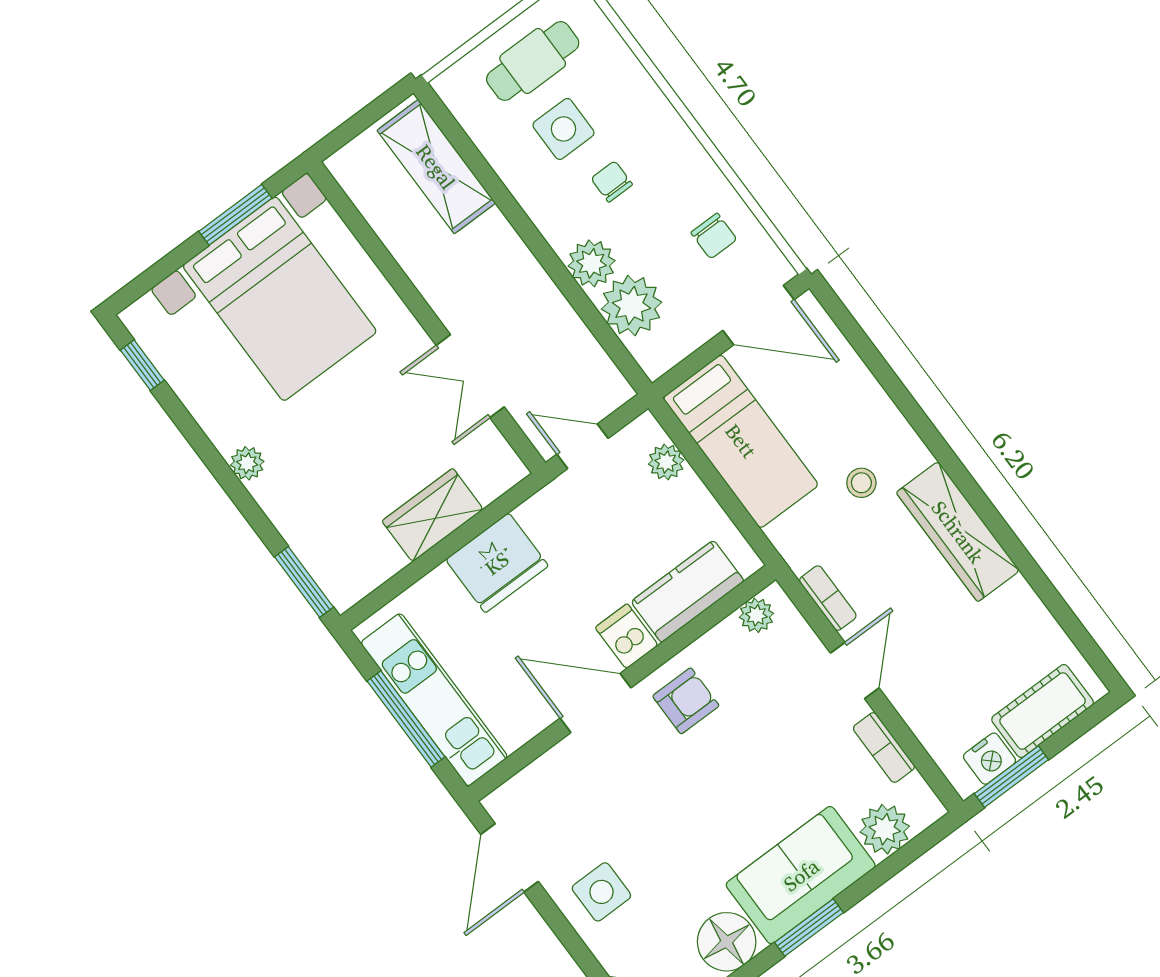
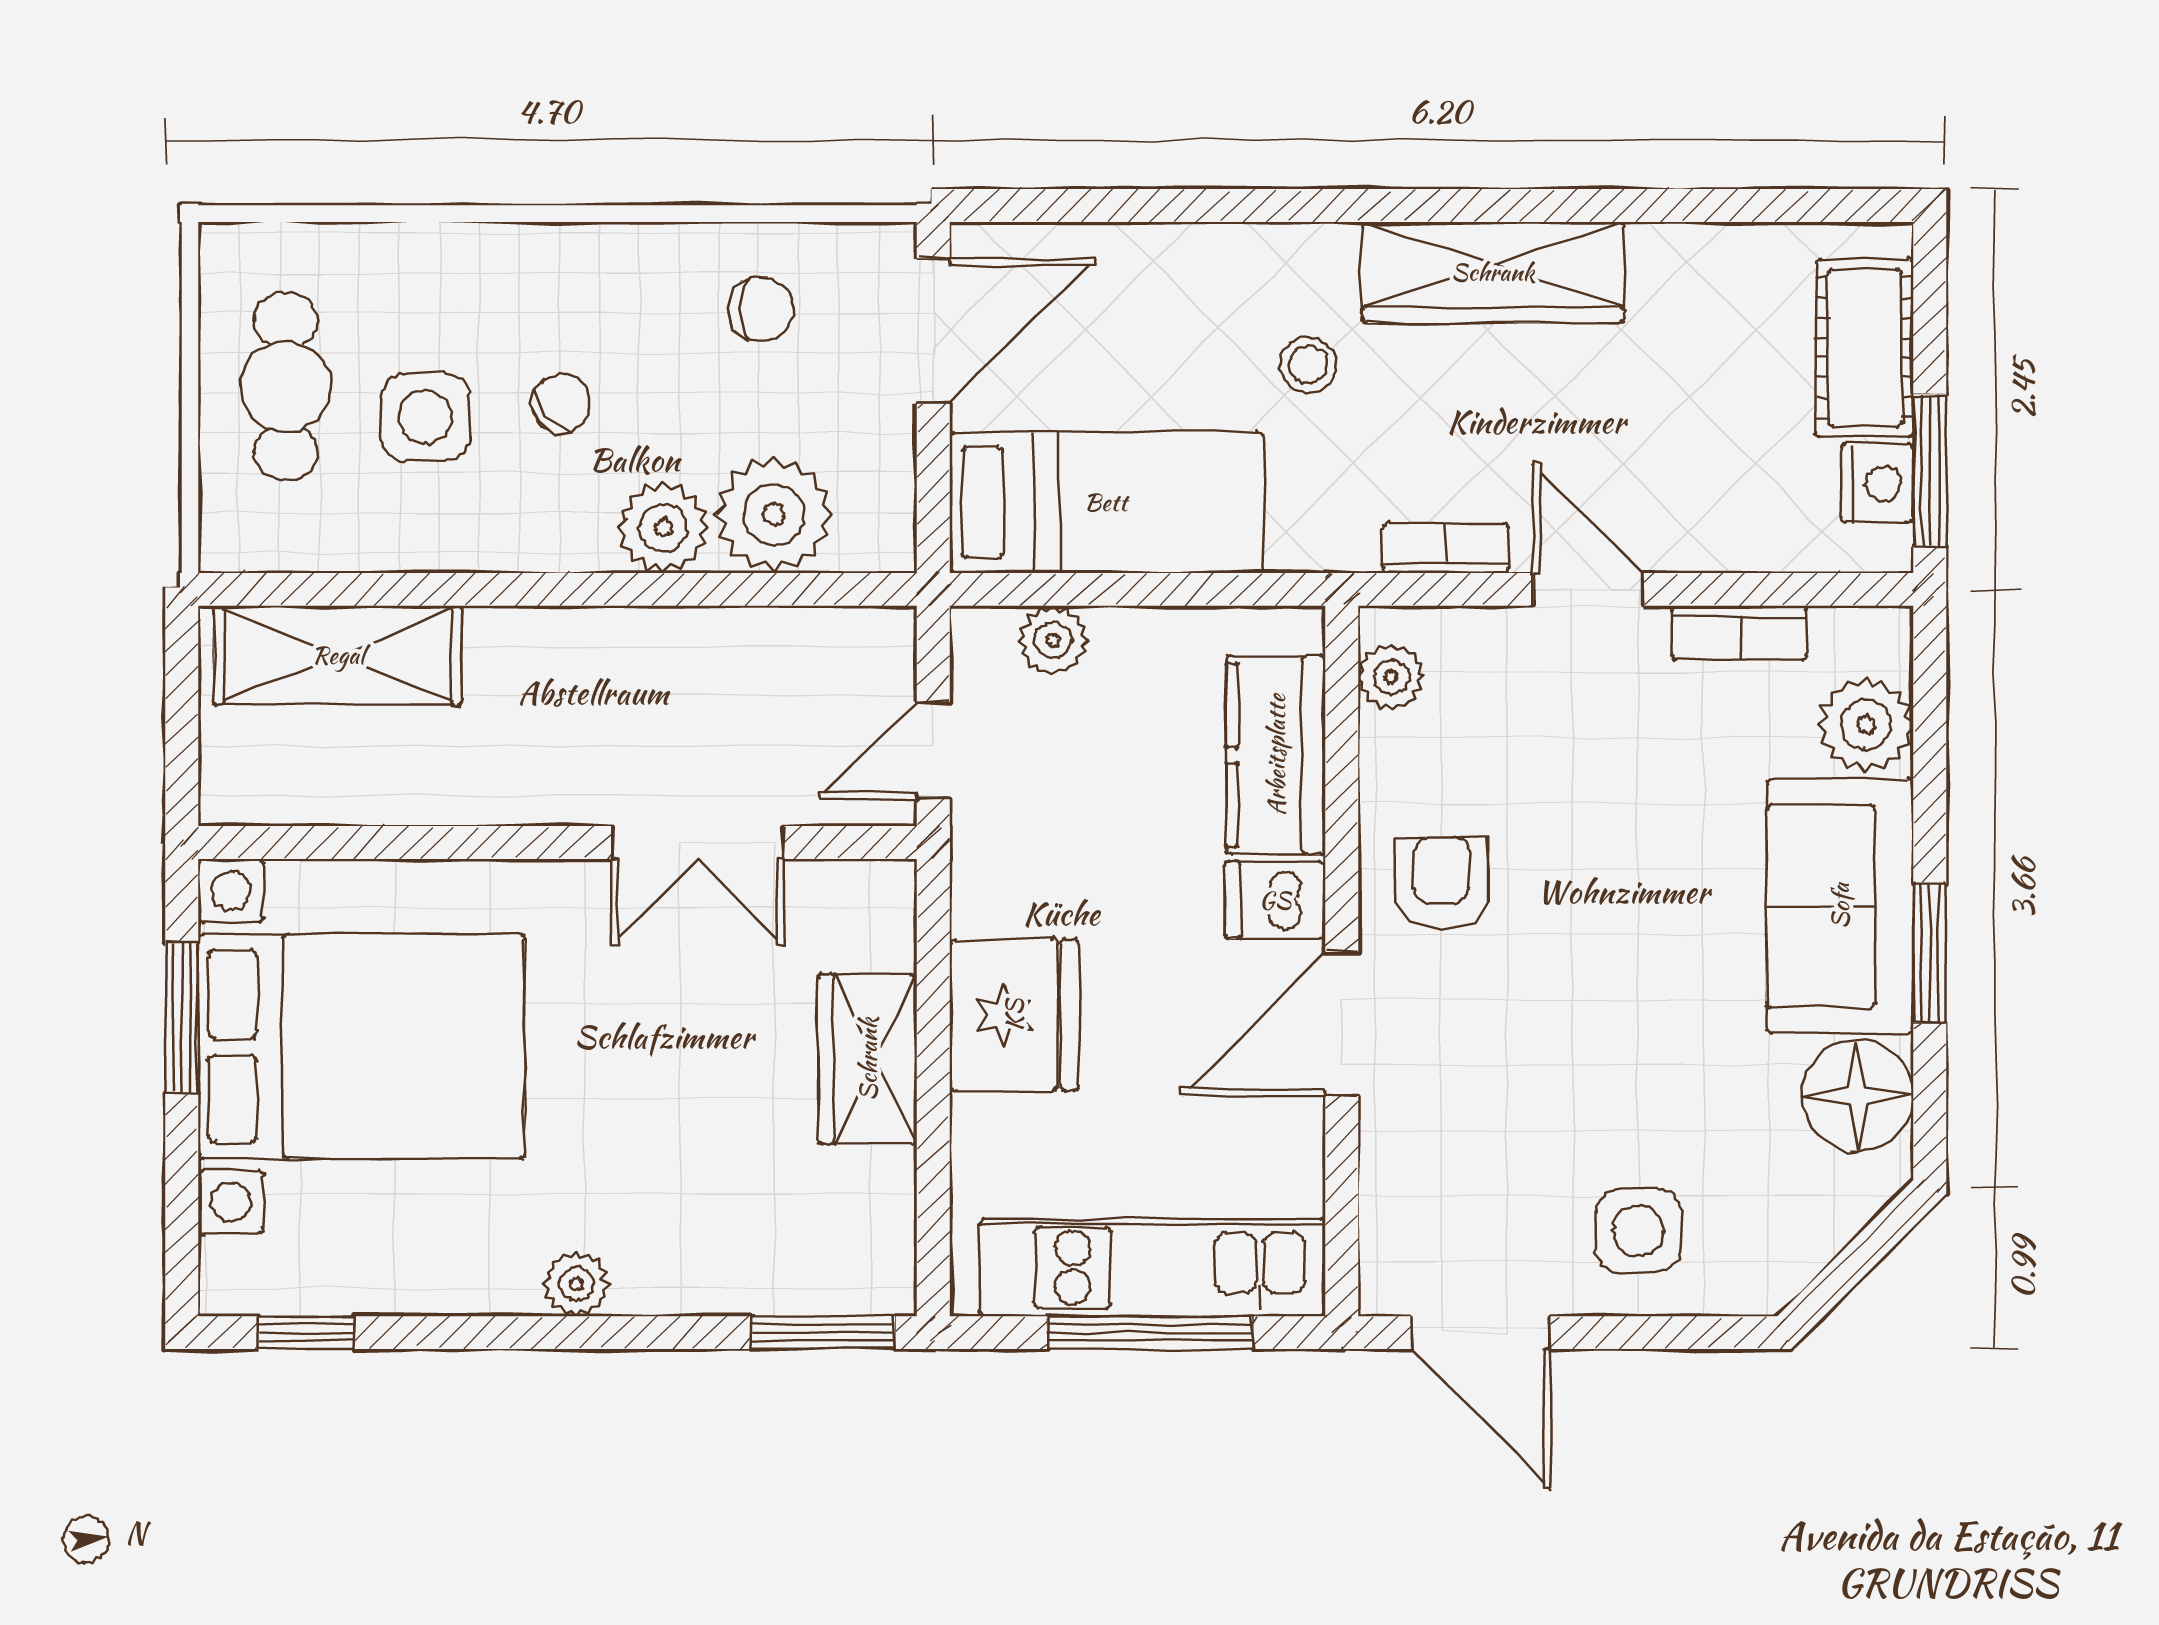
chair: (612, 182) -> (561, 403), turned 140

